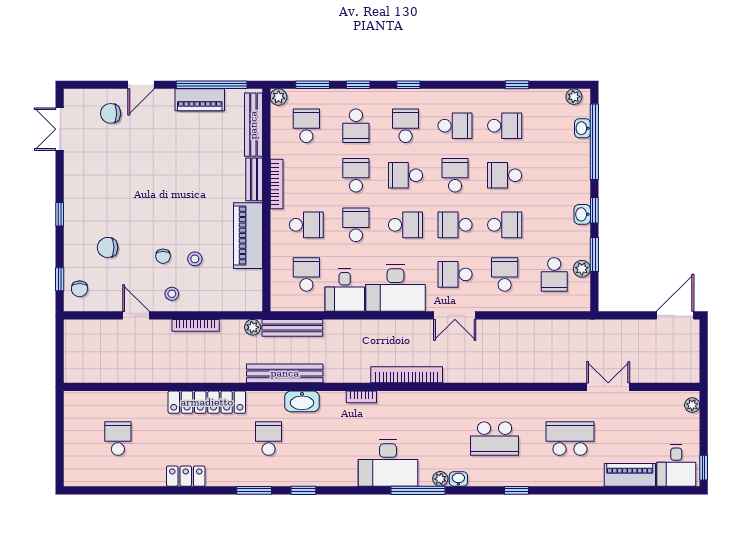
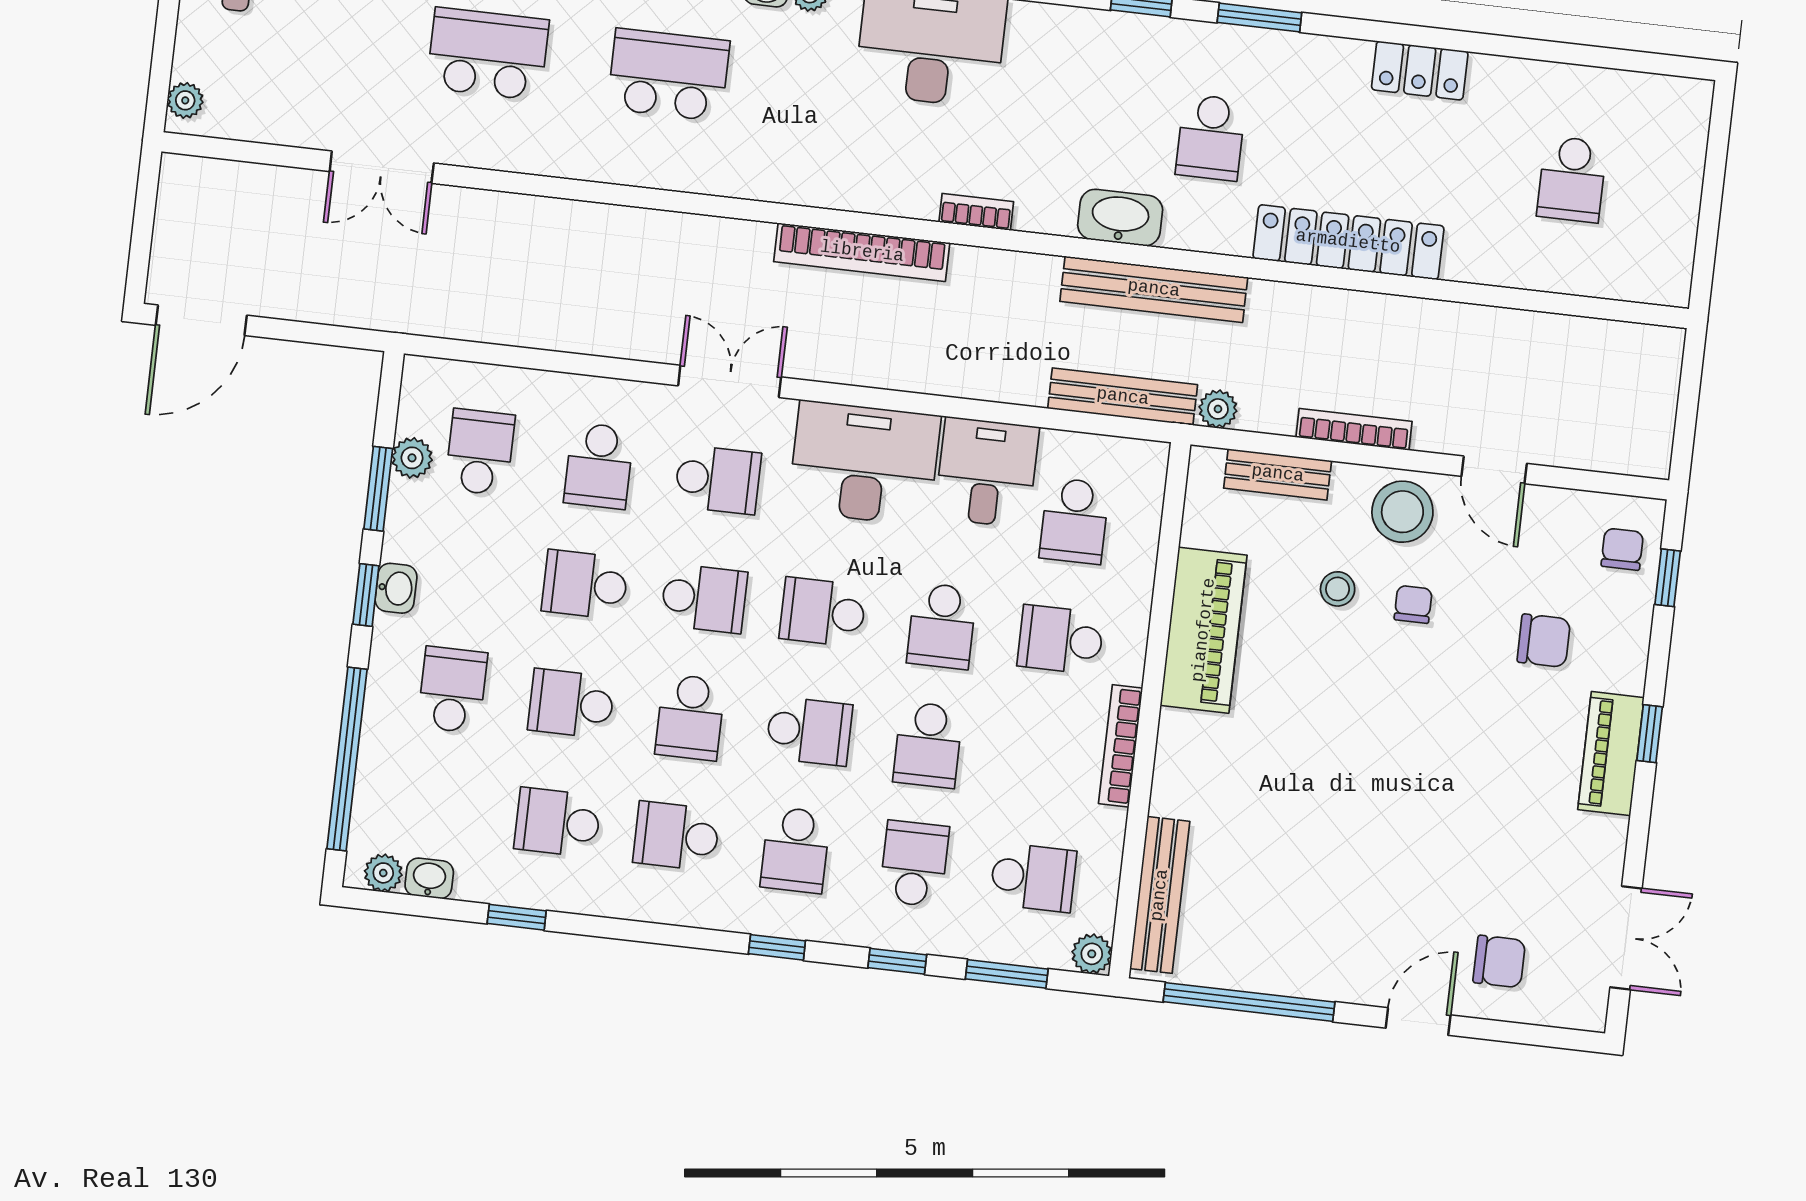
piano: (200, 100) -> (1611, 754), moved, turned -90
school desk: (306, 126) -> (1033, 877), turned -90
washbasin: (582, 128) -> (429, 878), moved, turned -90
school desk: (505, 175) -> (571, 704), turned 180
school desk: (554, 175) -> (452, 690), added
bench: (254, 179) -> (1278, 474), moved, turned 90
stool: (172, 294) -> (1402, 512), width x1.89, depth x1.89
school desk: (570, 439) -> (488, 54), turned 180

